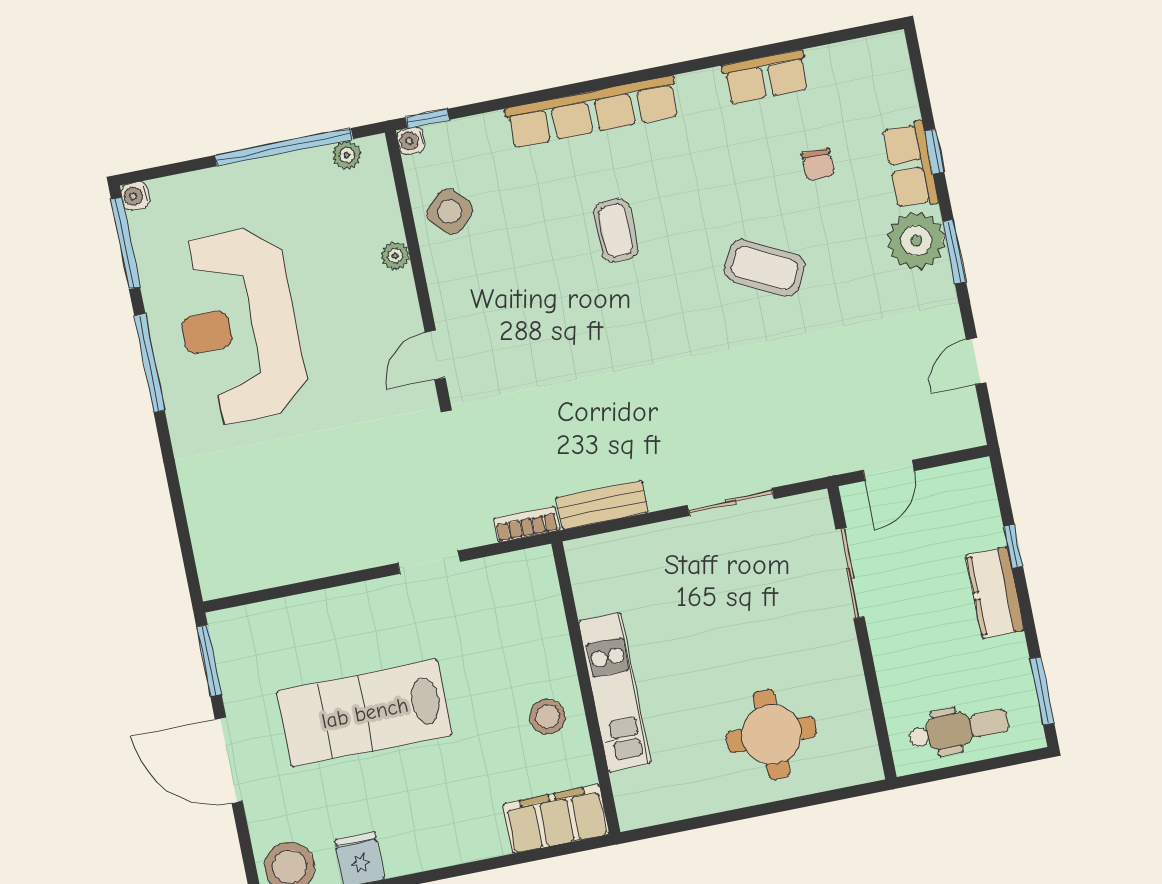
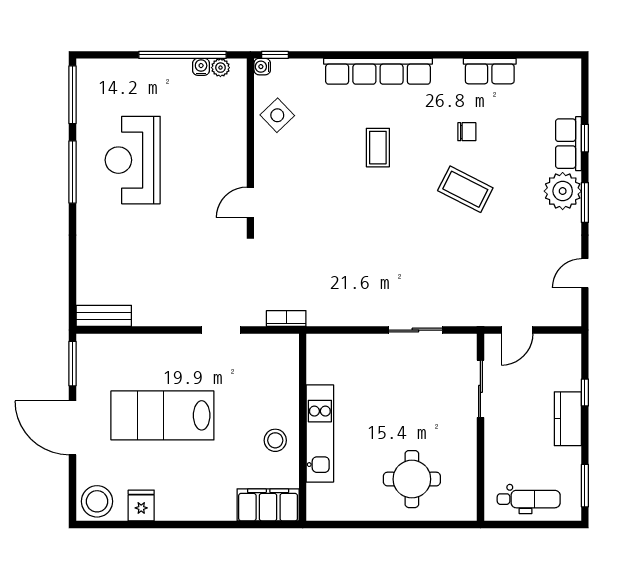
chair: (818, 164) -> (467, 132), moved, turned -90
water cooler: (135, 196) -> (201, 67), moved, turned 90
plant: (395, 256) -> (238, 136), removed
reception desk: (239, 326) -> (133, 160), width x0.74, depth x0.77
bench: (602, 505) -> (104, 316), moved

